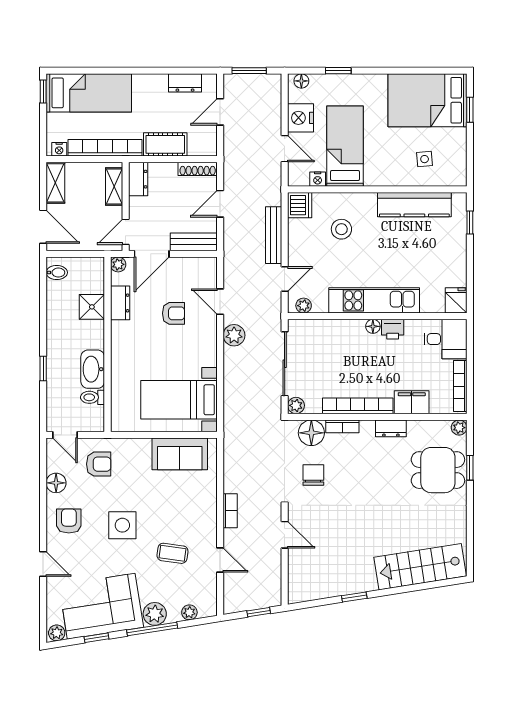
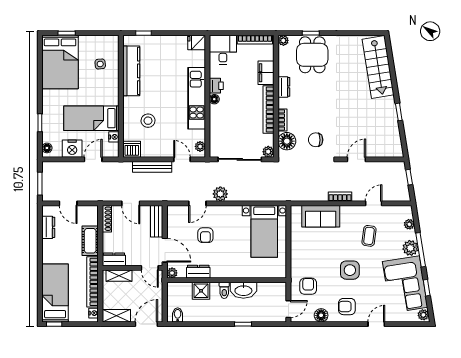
armchair: (173, 313) -> (205, 235), turned 180
toilet: (93, 397) -> (224, 290), moved
sofa: (180, 454) -> (321, 216), moved, turned 90

